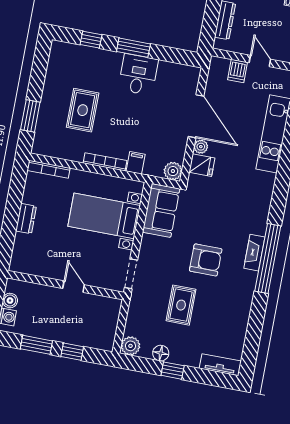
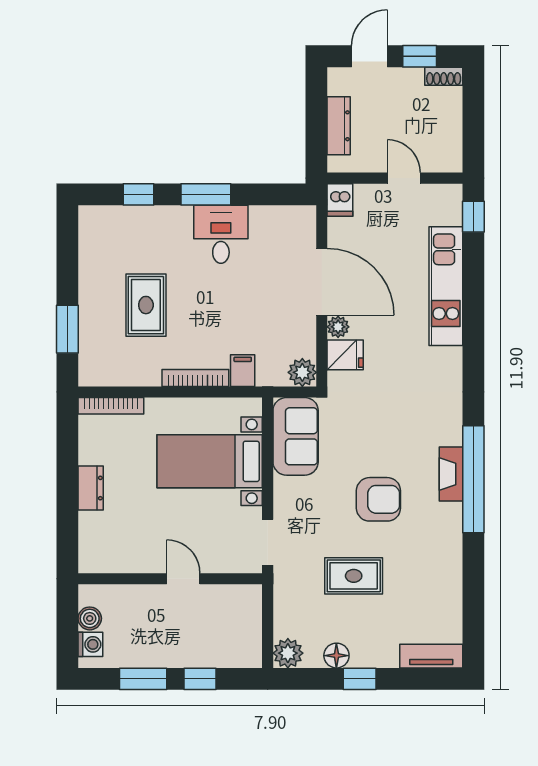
dishwasher: (238, 71) -> (340, 200), moved
rug: (181, 305) -> (354, 576), turned 90

